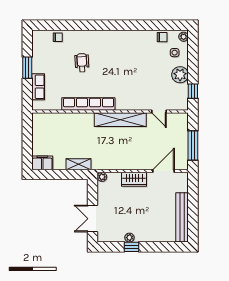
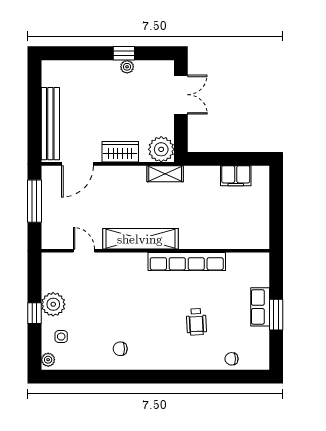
chair: (162, 37) -> (120, 349), moved
row of seats: (38, 87) -> (260, 307), moved
window: (193, 91) -> (34, 313), moved
filing cabinet: (42, 163) -> (236, 176), moved
shelving: (79, 164) -> (165, 174), moved
plant: (102, 177) -> (161, 149), width x1.88, depth x1.88
bench: (182, 217) -> (50, 124), moved

